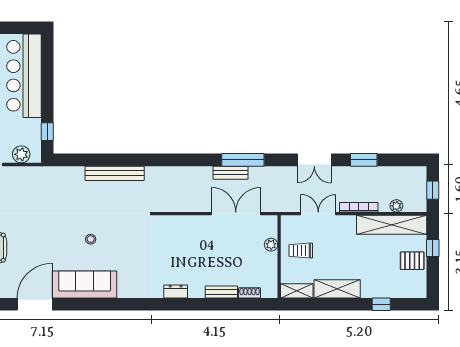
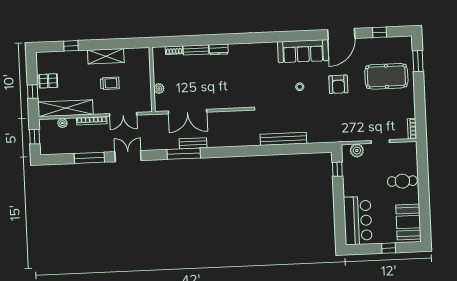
bar counter: (24, 76) -> (358, 221), width x0.73
window: (364, 160) -> (89, 158), width x1.44
armchair: (41, 240) -> (338, 84), added
trolley: (301, 251) -> (110, 83), moved
dresser: (176, 291) -> (219, 49), moved
shelving: (297, 291) -> (137, 53), removed

